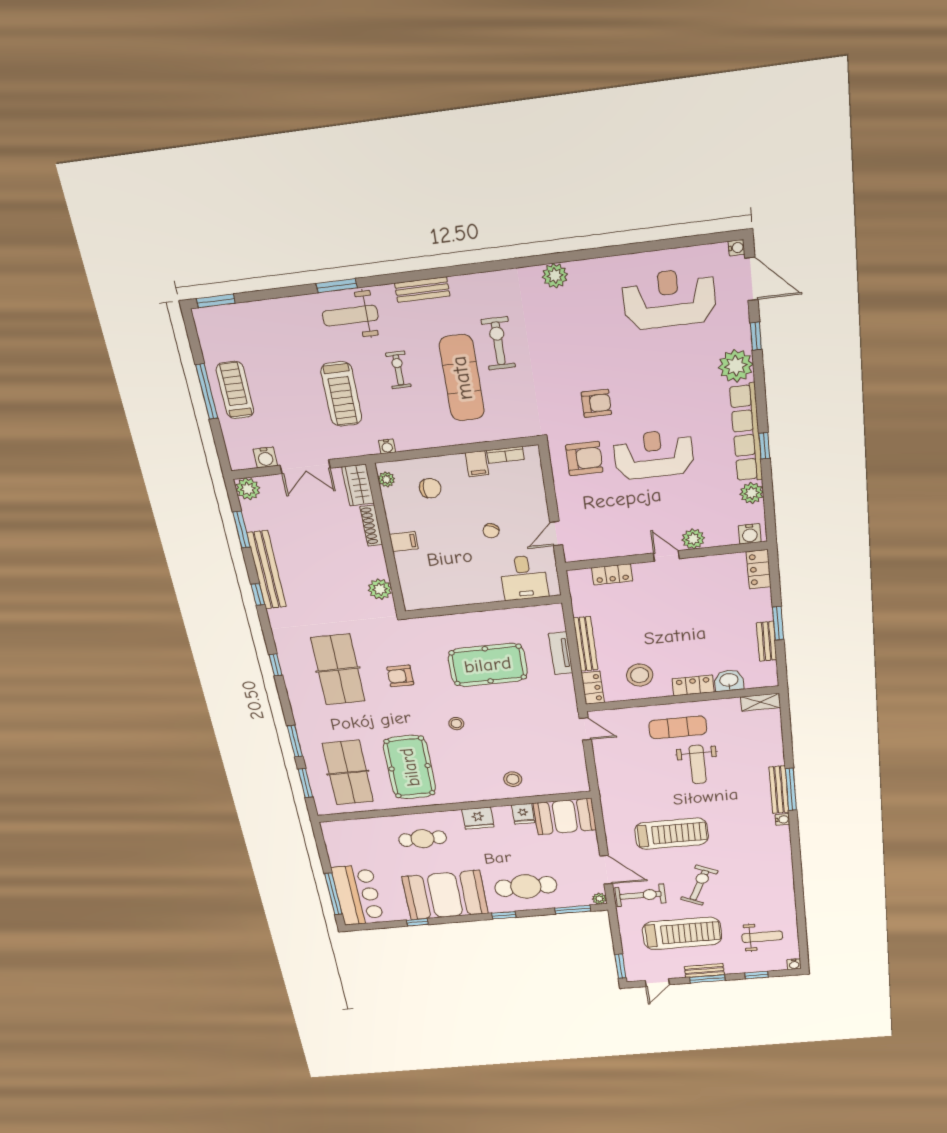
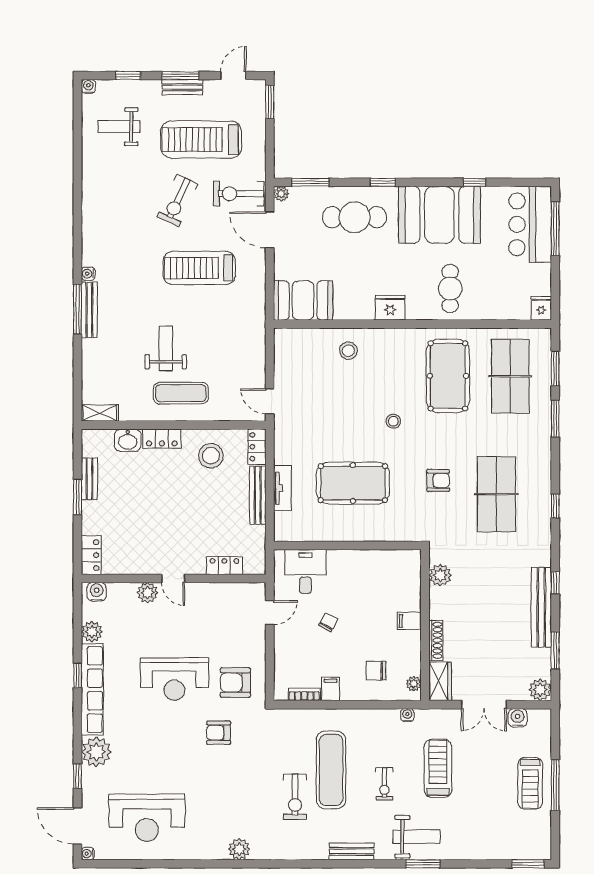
double door: (305, 467) -> (484, 705), swing flipped
fridge: (523, 814) -> (541, 308), moved
cafe table: (423, 839) -> (450, 288), turned 90

